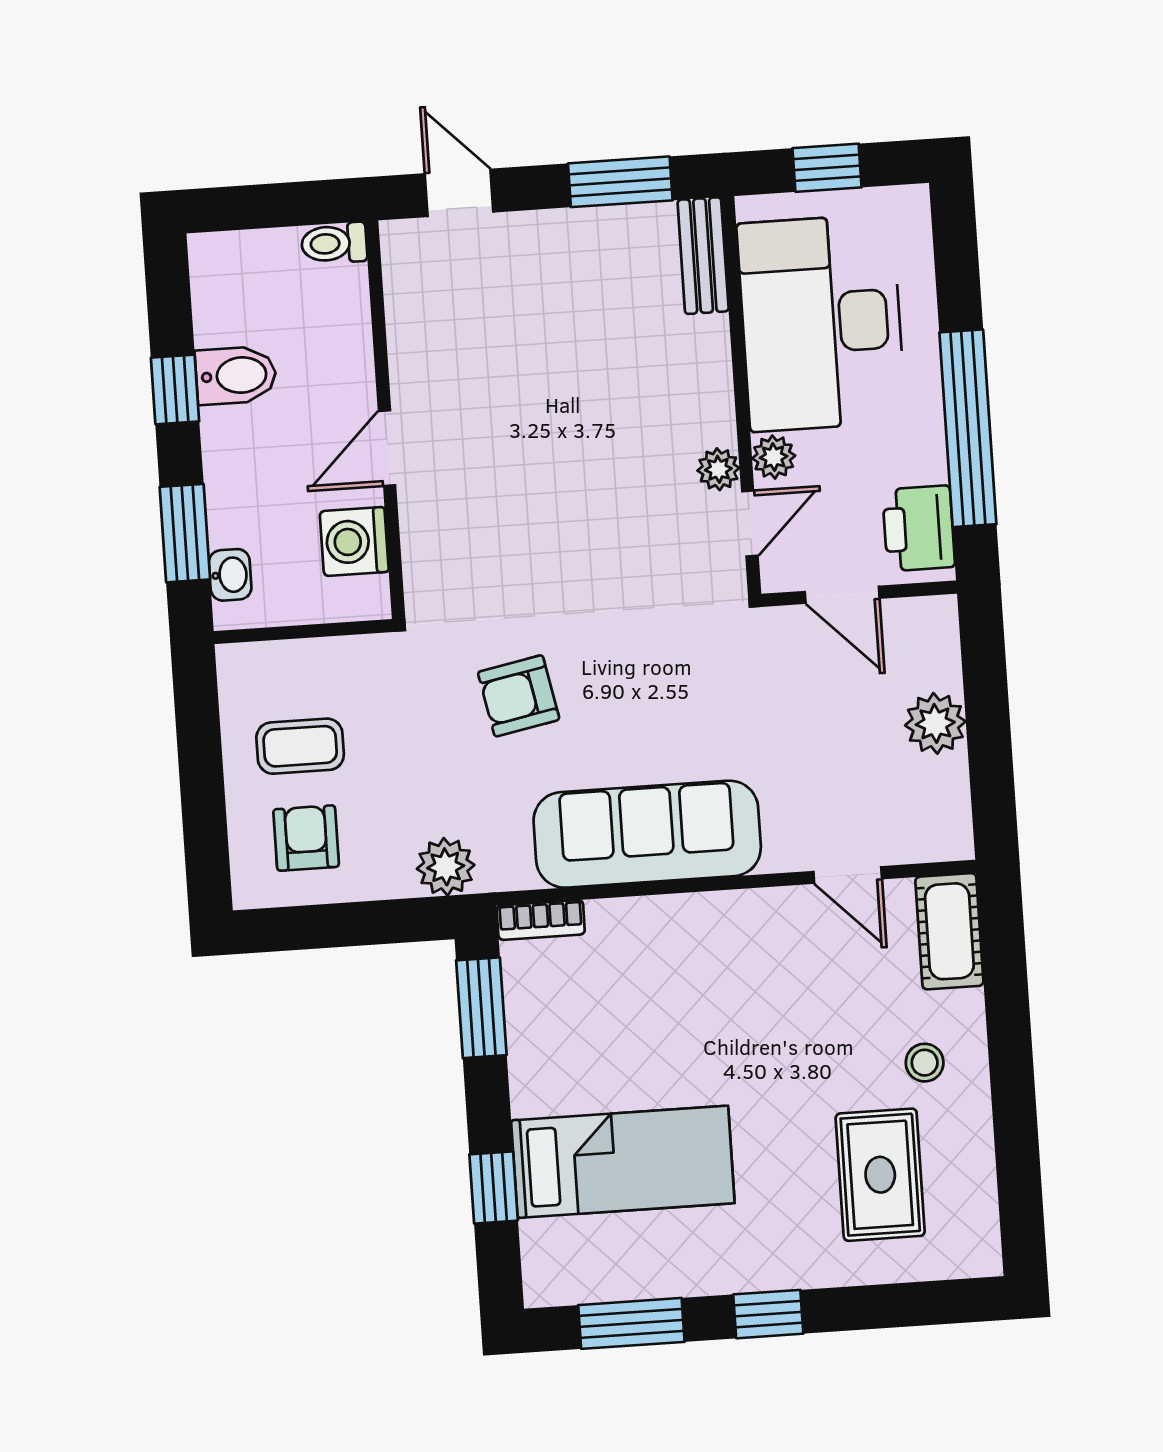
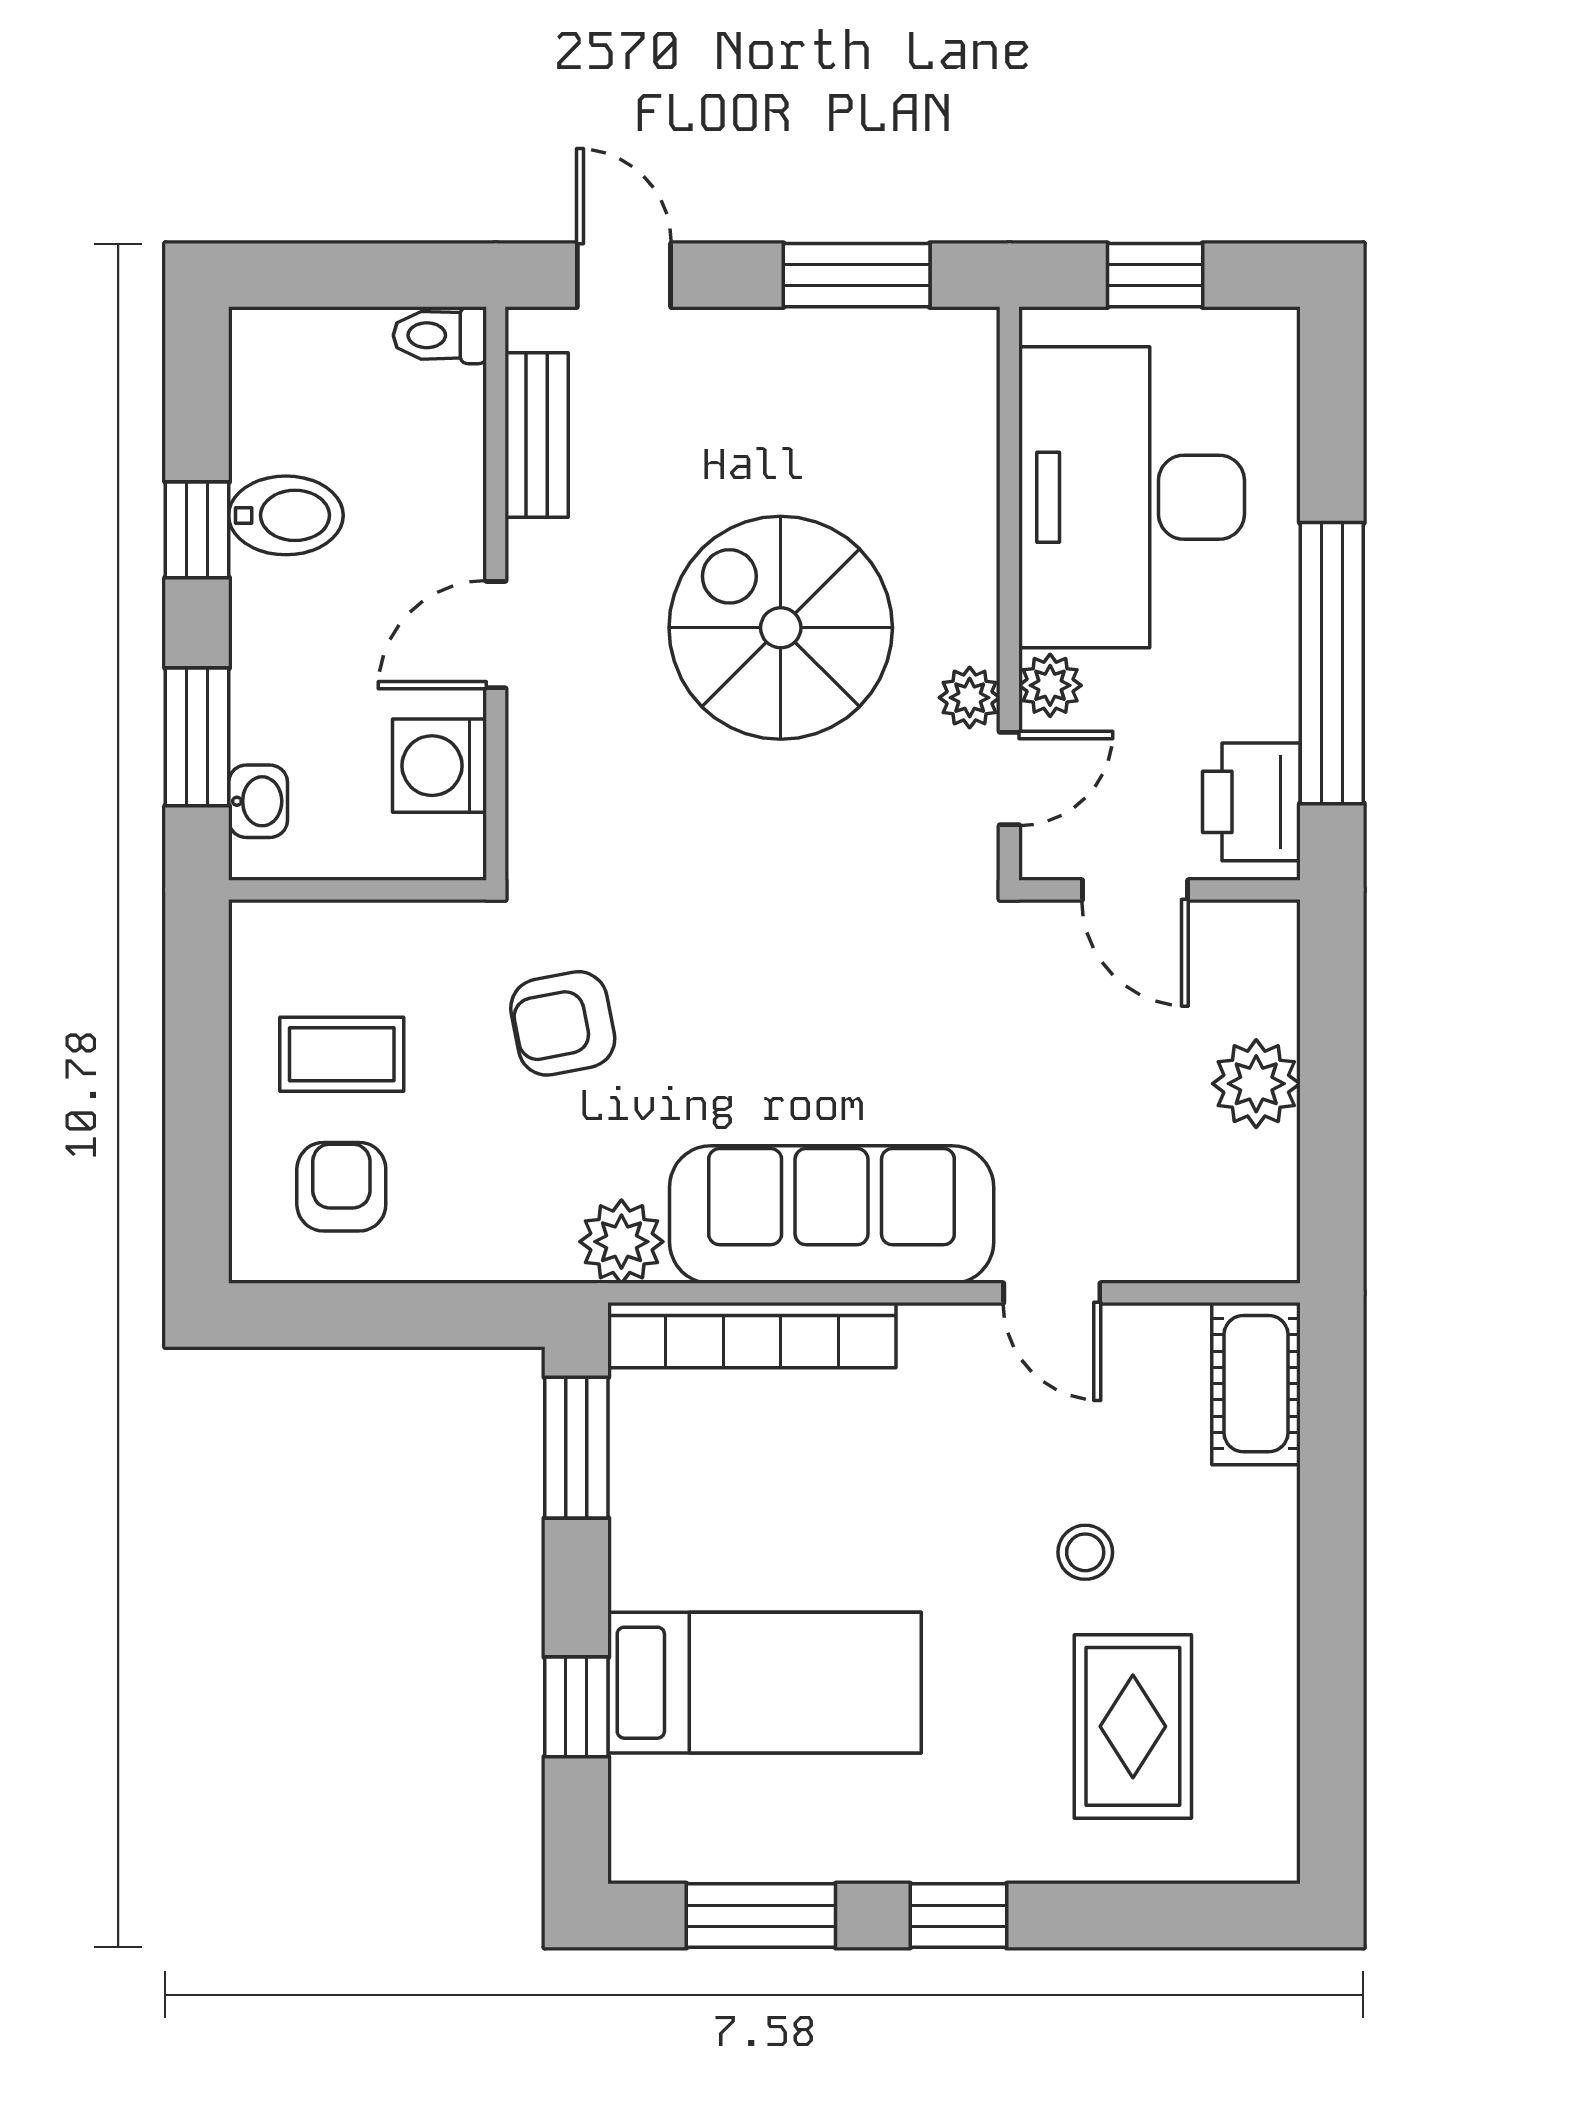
bench: (703, 256) -> (537, 435), moved
spiral stairs: (584, 430) -> (781, 628), added
armchair: (519, 696) -> (563, 1023), moved
plant: (446, 867) -> (621, 1242), moved
door: (848, 875) -> (1052, 1293), moved
bookcase: (541, 920) -> (752, 1335), width x2.31, depth x1.31
stool: (925, 1063) -> (1085, 1552), moved

